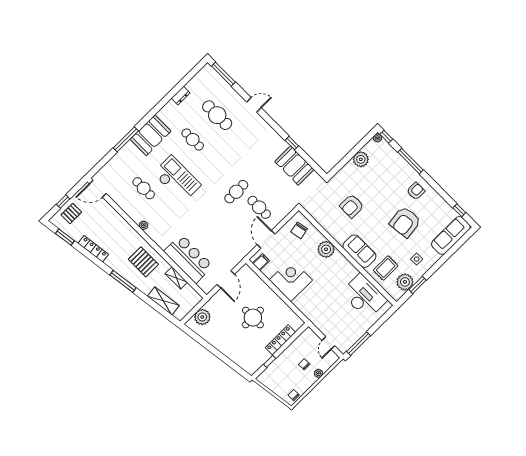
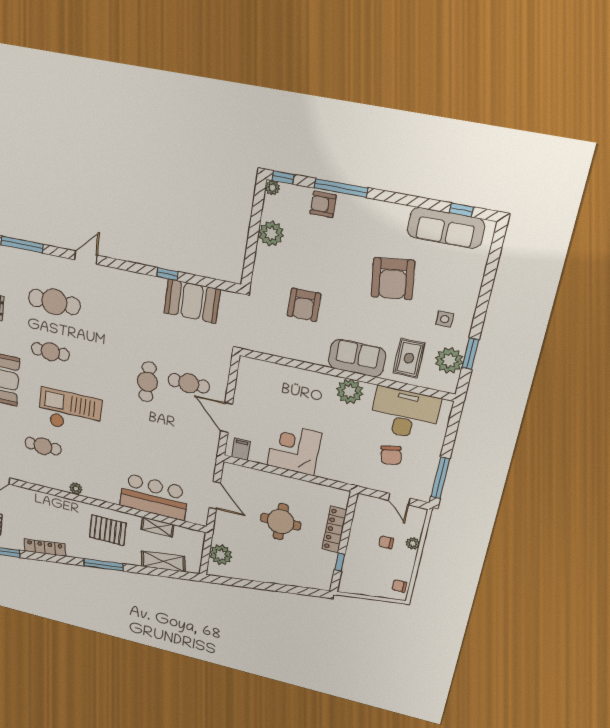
armchair: (416, 191) -> (323, 204), moved, turned -90
chair: (299, 230) -> (391, 455), moved
sofa: (451, 235) -> (446, 228), moved, turned -90
plant: (326, 249) -> (350, 392), moved

